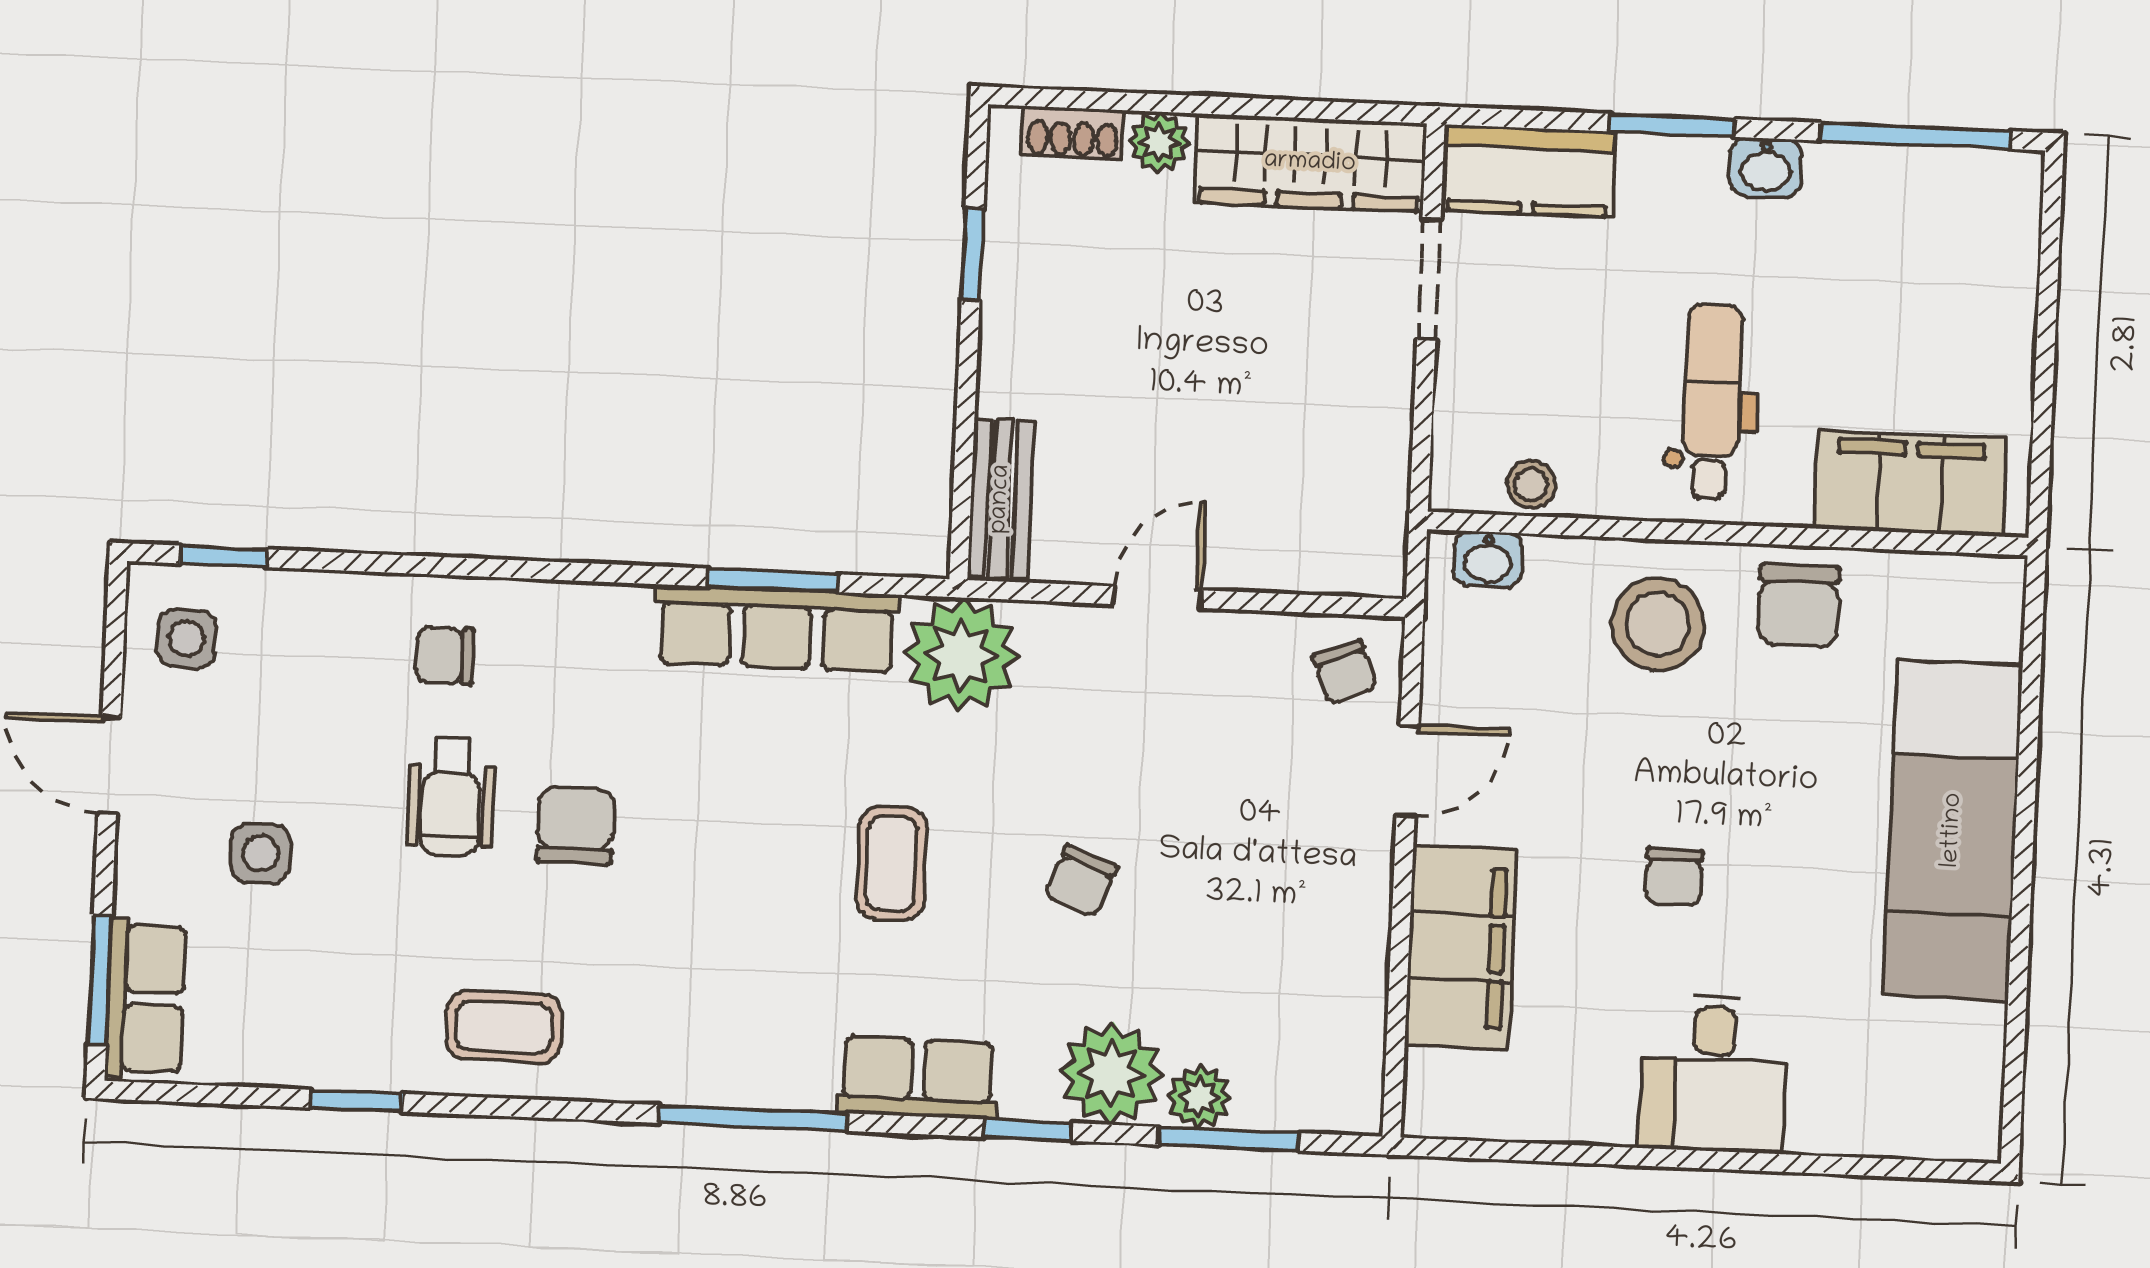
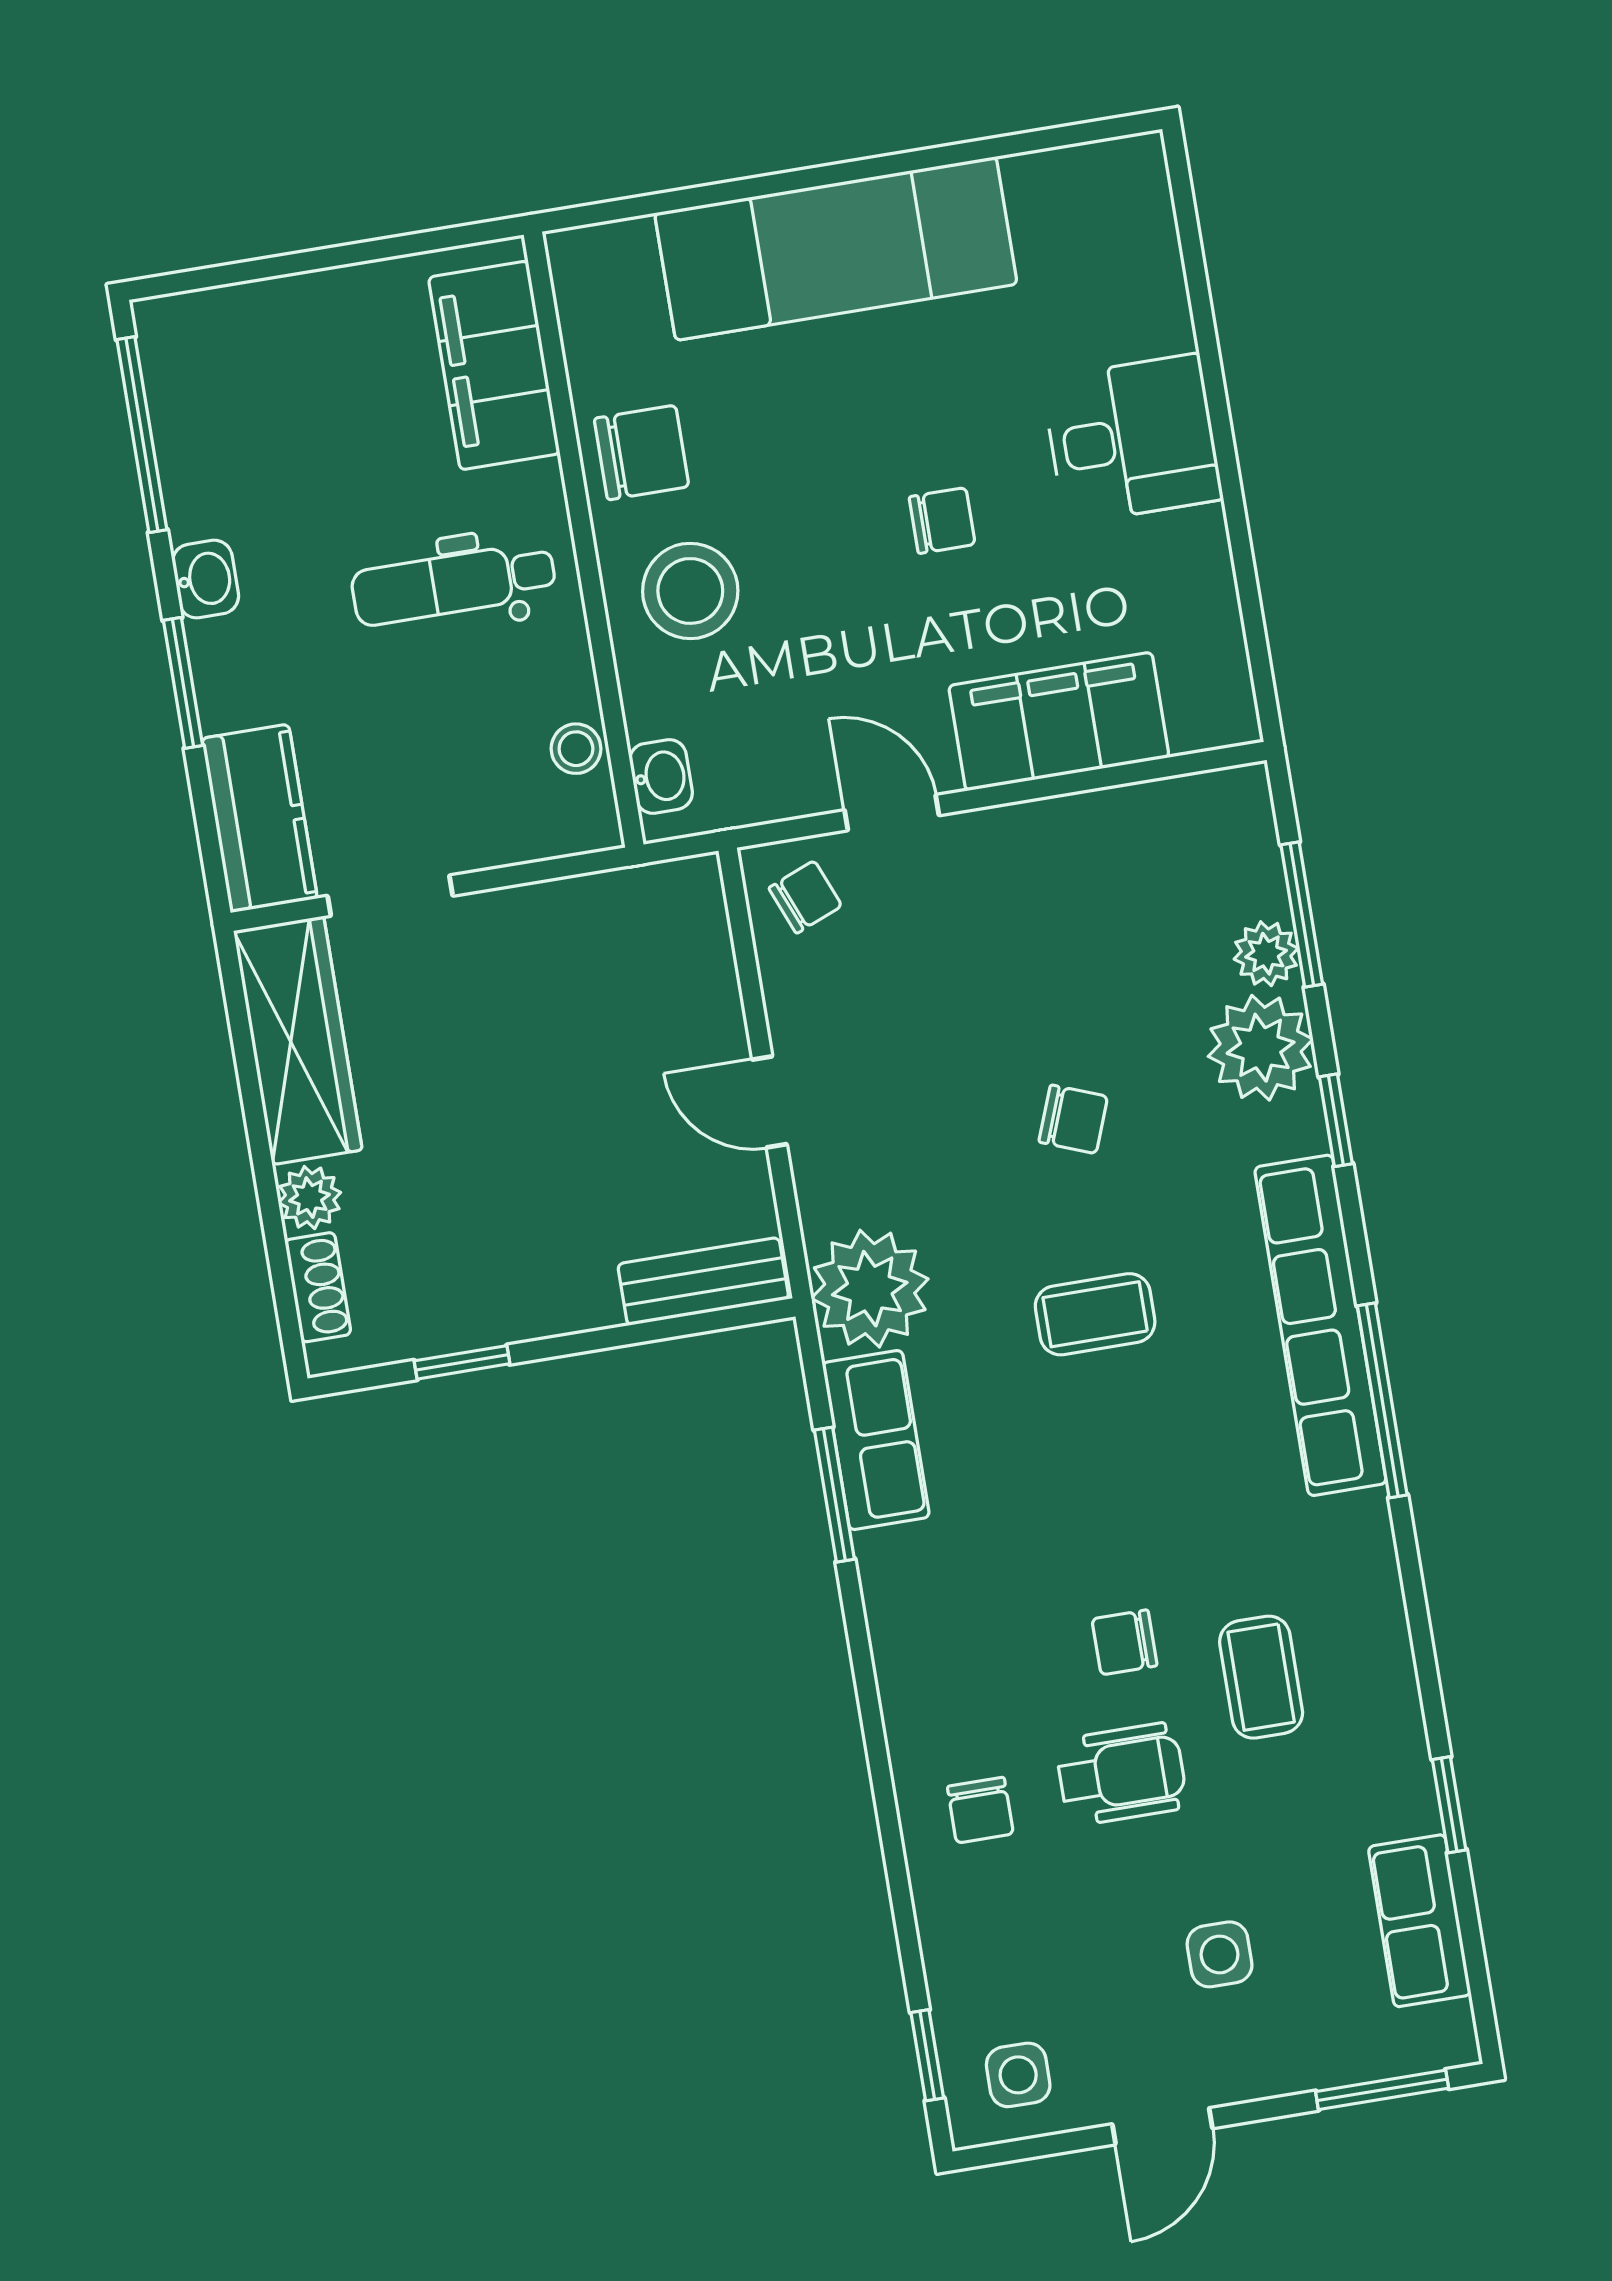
row of seats: (777, 629) -> (876, 1440), width x0.68
chair: (575, 826) -> (1125, 1642), width x0.73, depth x0.73
row of seats: (146, 999) -> (1420, 1921), moved, turned -90
coffee table: (504, 1027) -> (1261, 1677), moved
row of seats: (918, 1078) -> (1320, 1325), width x2.02

